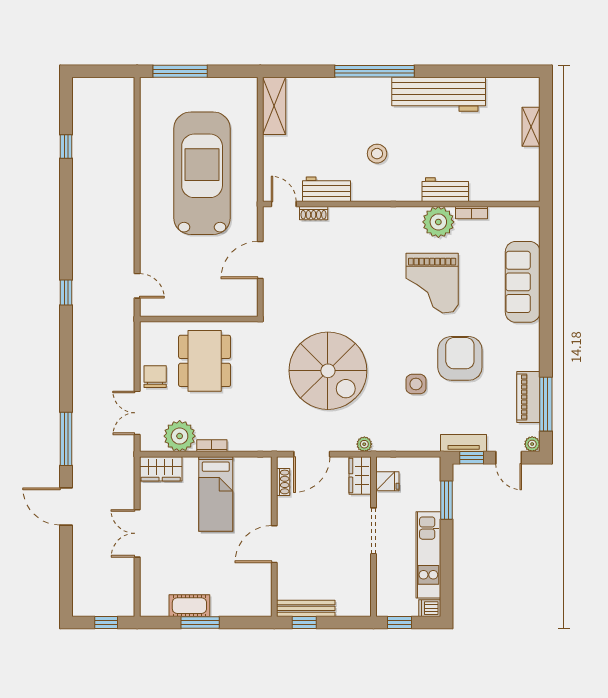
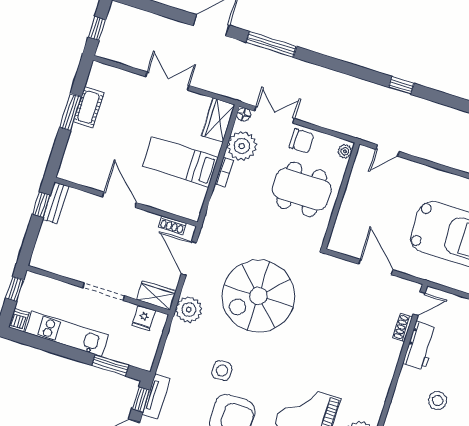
plant: (152, 329) -> (345, 151), added
floor lamp: (147, 444) -> (244, 115), added
plant: (364, 444) -> (189, 310), width x1.88, depth x1.88
bench: (306, 608) -> (56, 203), width x0.73

